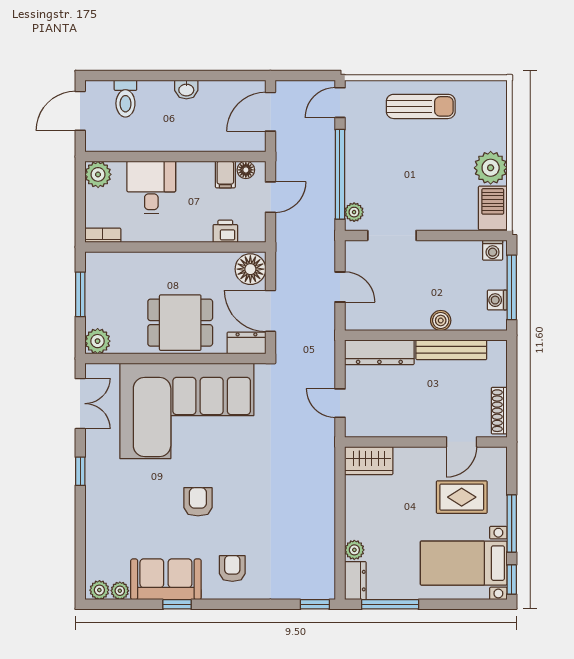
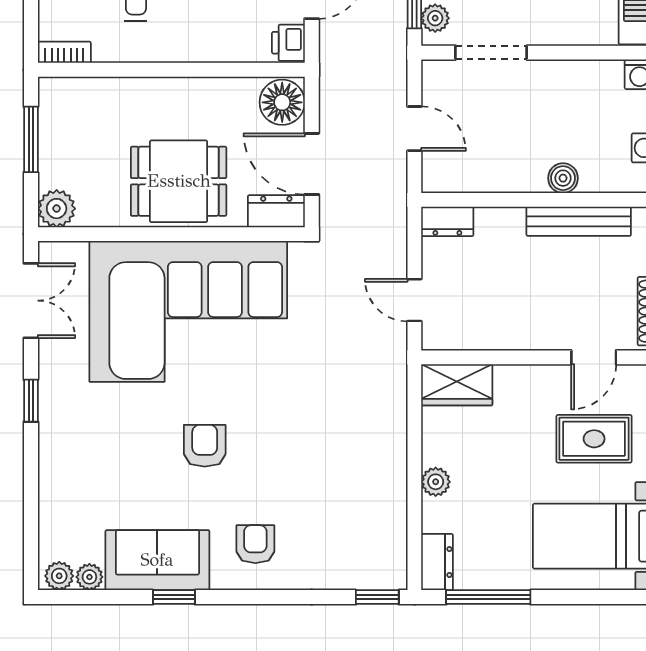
printer: (225, 231) -> (288, 43), moved, turned -90
dresser: (379, 352) -> (447, 221), width x0.51, depth x0.80
plant: (354, 550) -> (436, 482), moved

